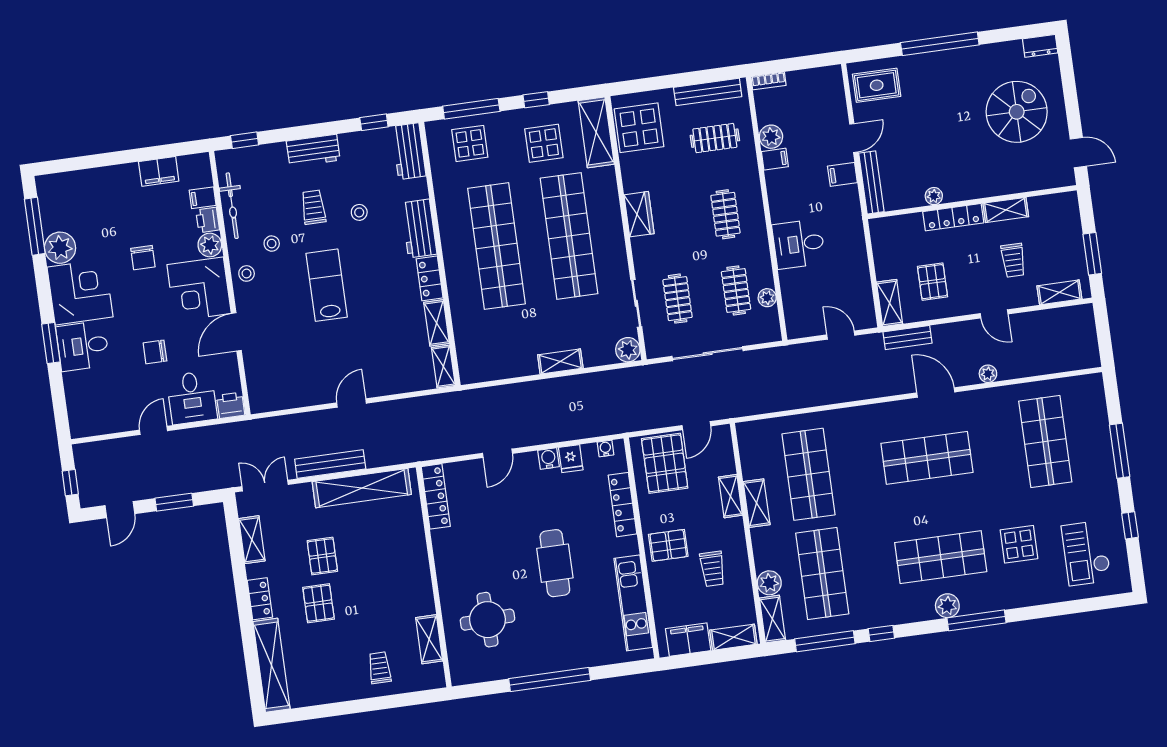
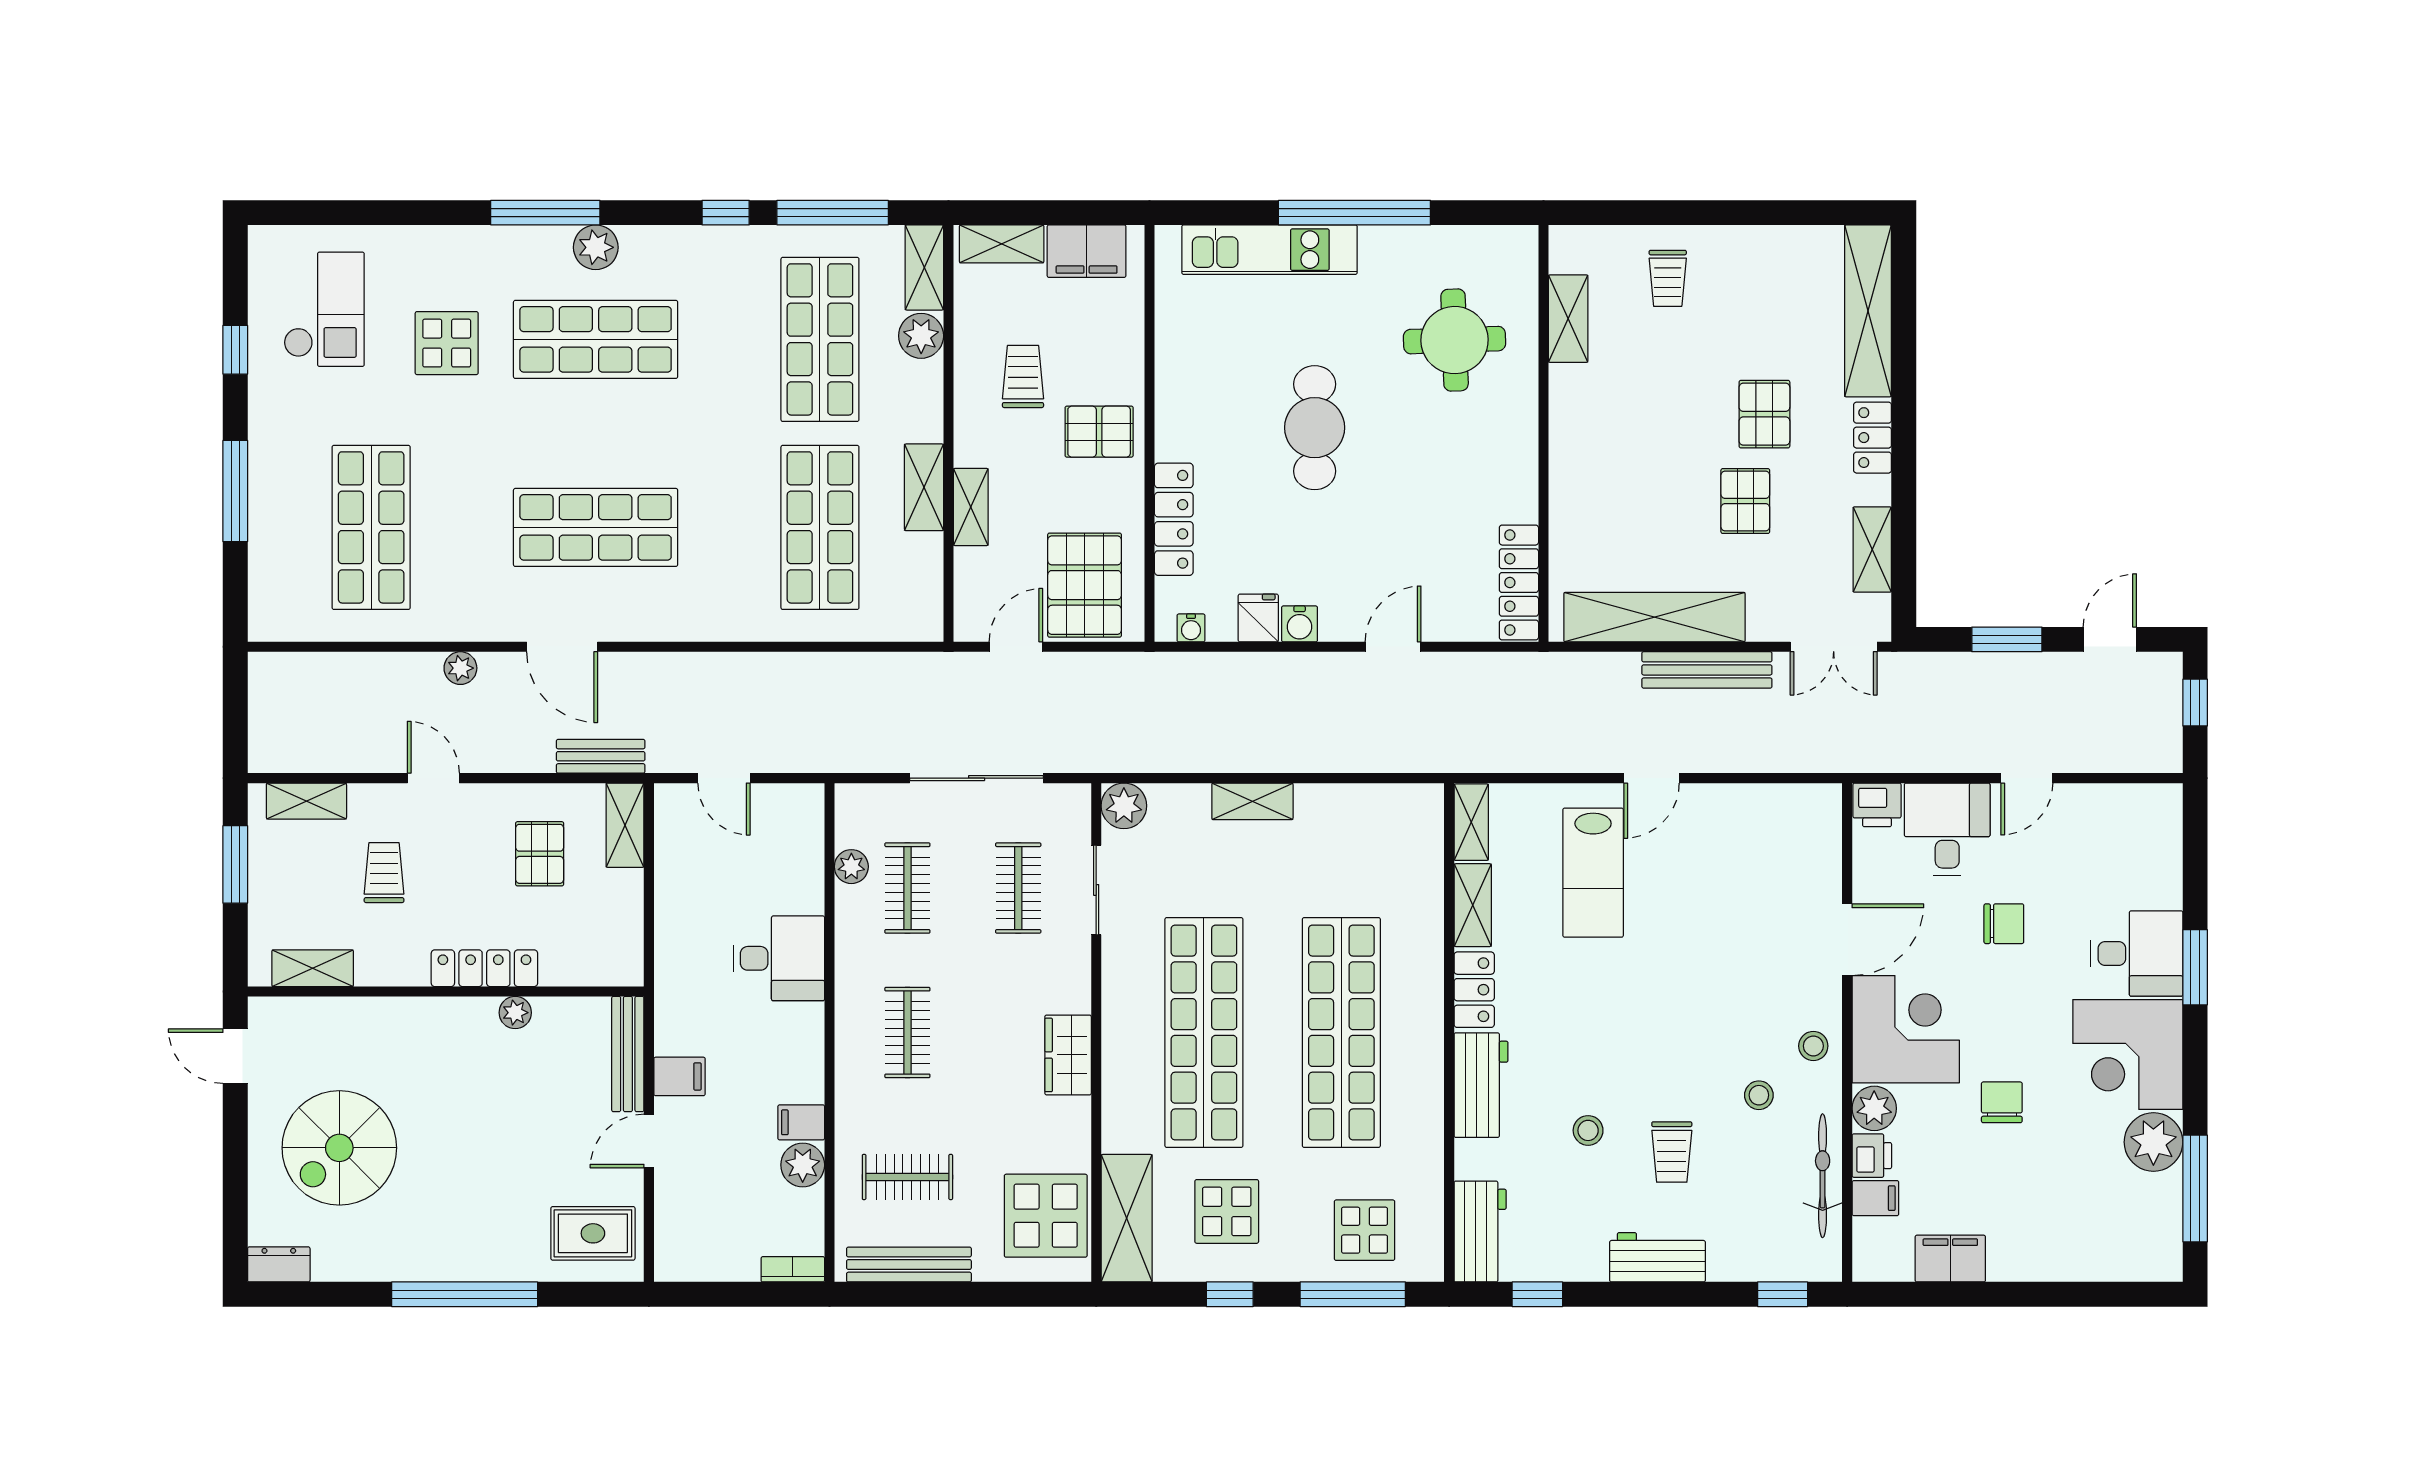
shelving: (1006, 210) -> (313, 968), moved
lab bench: (327, 285) -> (1593, 873), moved
kitchen unit: (633, 603) -> (1270, 250), moved, turned 90

